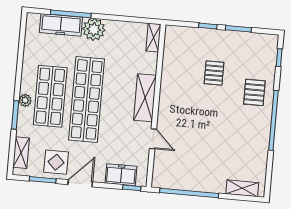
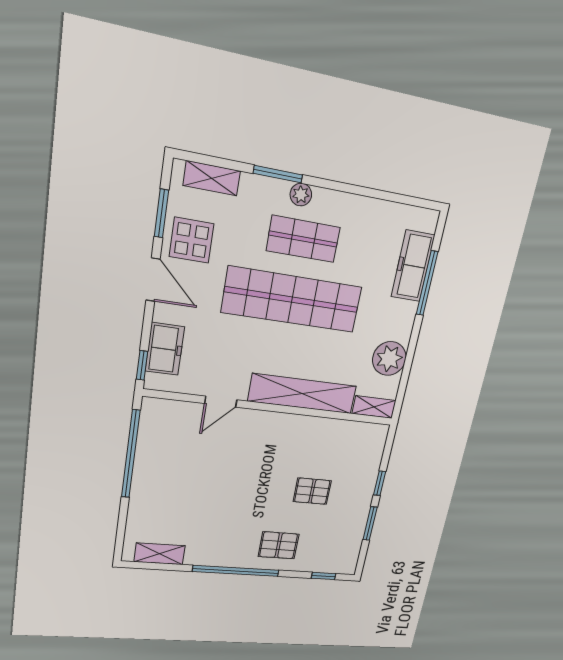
plant: (94, 29) -> (389, 359), moved
shop shelf: (50, 96) -> (303, 239), width x0.70, depth x0.74
shelving: (145, 98) -> (302, 394), width x1.47
shelving: (242, 188) -> (160, 554), moved, turned 90

